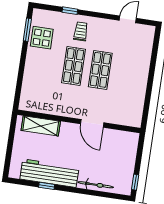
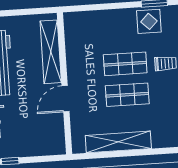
shelving: (139, 86) -> (118, 142), added
shelving: (41, 126) -> (51, 52), width x1.47

